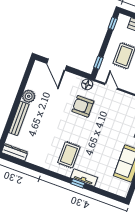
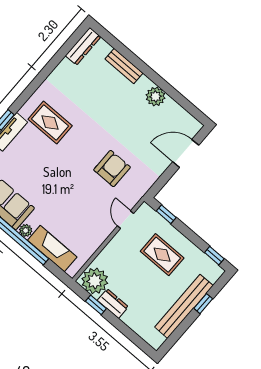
floor lamp: (87, 84) -> (141, 186), removed
door: (111, 86) -> (126, 220), swing flipped
bench: (19, 118) -> (124, 66), width x0.73

